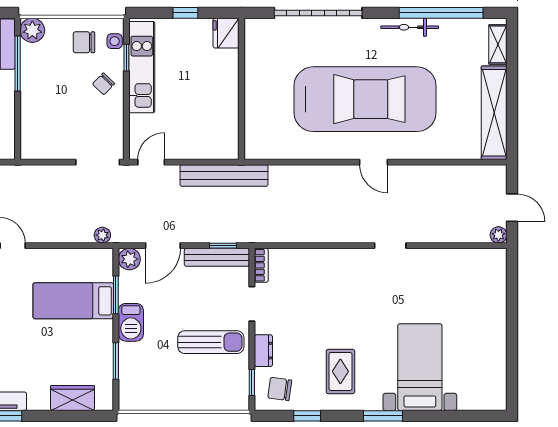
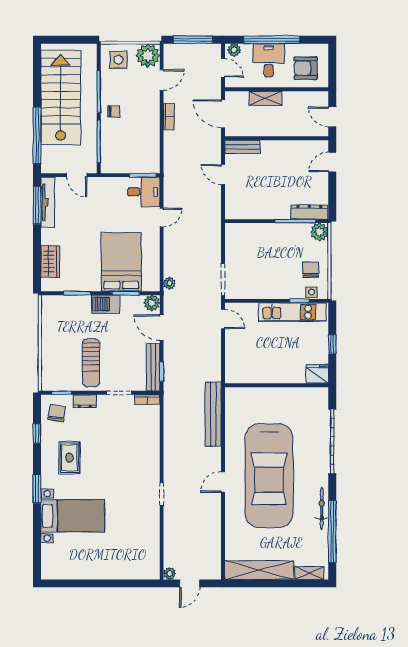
chair: (104, 84) -> (280, 284), removed
bench: (224, 175) -> (213, 414), moved
bed: (73, 301) -> (121, 262), width x1.50
rug: (340, 371) -> (69, 458), turned 90

